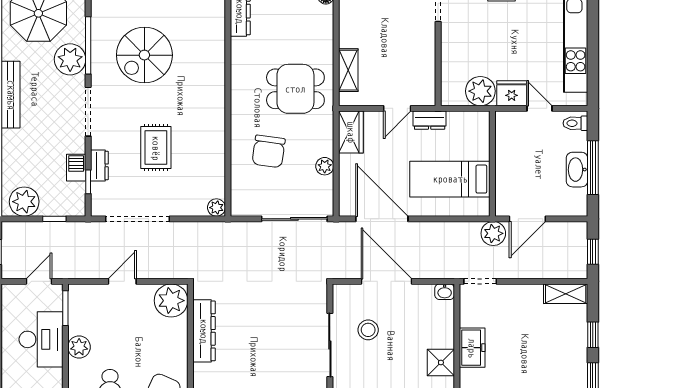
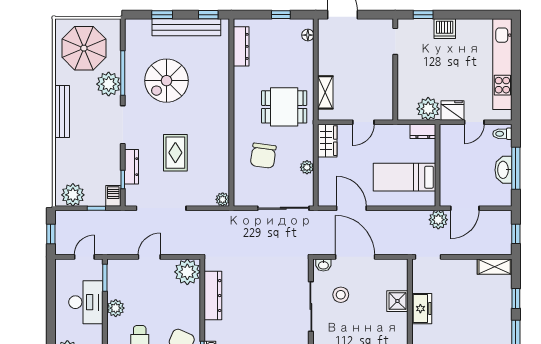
door: (539, 108) -> (474, 122), swing flipped
dresser: (430, 120) -> (423, 131), moved
dresser: (99, 165) -> (131, 167), width x1.44
barbecue: (76, 168) -> (113, 196), moved
door: (382, 219) -> (351, 208), width x0.73
washbasin: (445, 292) -> (323, 265), moved
shower: (441, 363) -> (397, 301), moved

